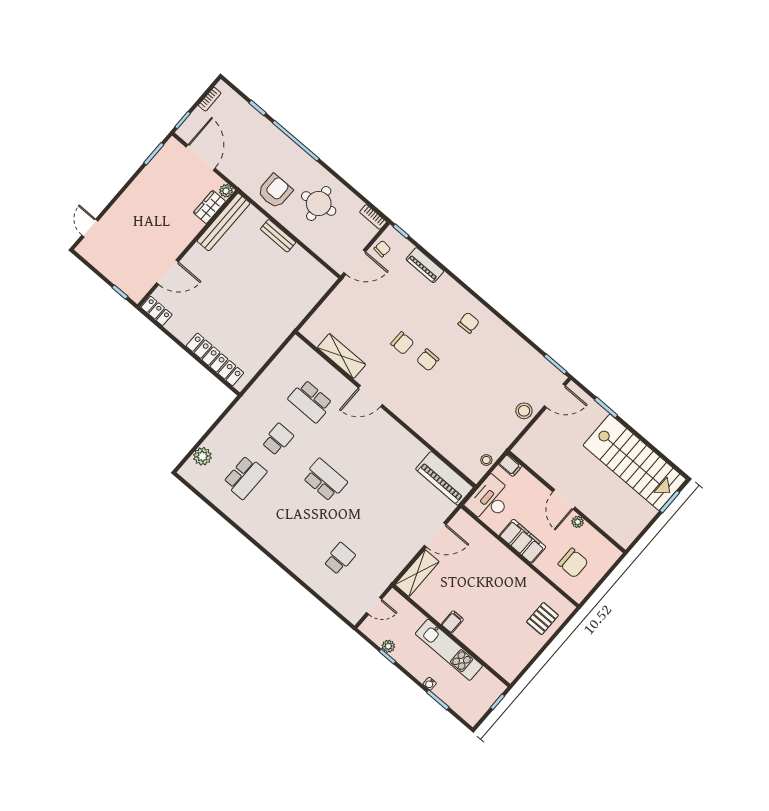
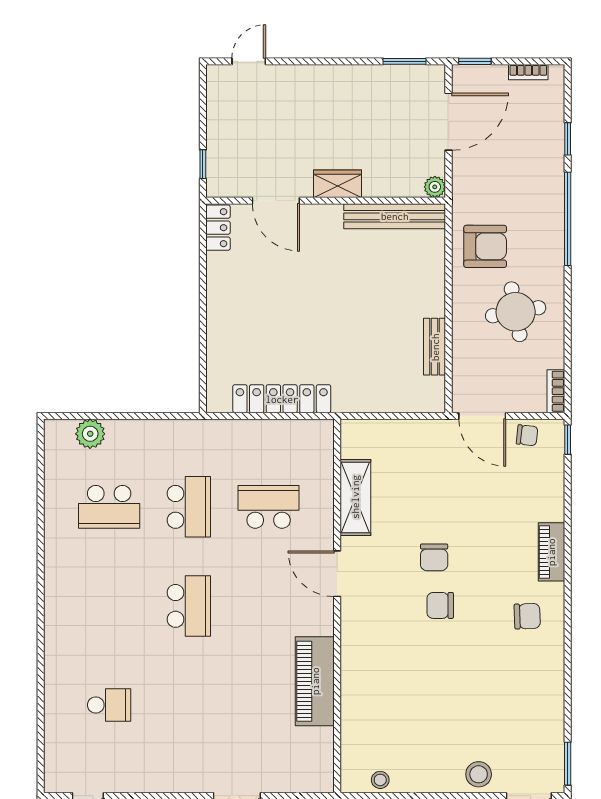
wardrobe: (209, 207) -> (338, 184), moved
bench: (278, 236) -> (435, 347), moved
piano: (425, 265) -> (551, 552), moved
locker: (215, 359) -> (282, 399), moved, turned -90
school desk: (310, 401) -> (269, 507), turned 90
school desk: (278, 439) -> (189, 507), width x1.85
piano: (444, 478) -> (315, 681), moved

